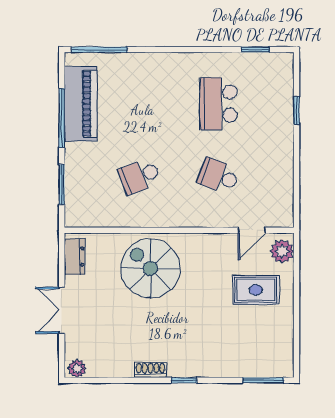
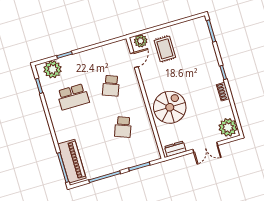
plant: (277, 82) -> (53, 69), added
piano: (81, 104) -> (72, 161), moved, turned 90
school desk: (140, 176) -> (123, 127), turned 42
door: (252, 230) -> (134, 60), hinge flipped
spiral stairs: (150, 268) -> (170, 107), turned 180
plant: (77, 369) -> (228, 127), width x1.87, depth x1.87

